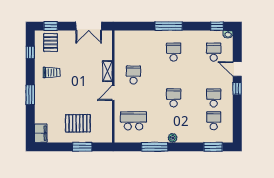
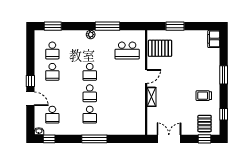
school desk: (134, 75) -> (90, 93), moved
pallet: (78, 123) -> (160, 48), moved

